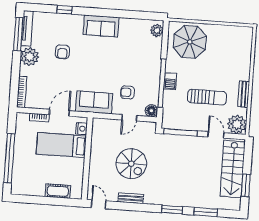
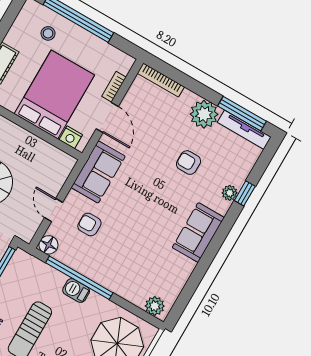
plant: (69, 19) -> (230, 193), added
armchair: (128, 92) -> (89, 224), turned -90
bed: (61, 145) -> (54, 94), width x1.50
stool: (27, 172) -> (48, 33), added

